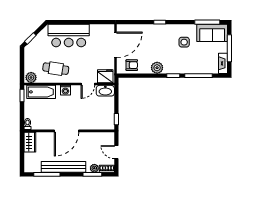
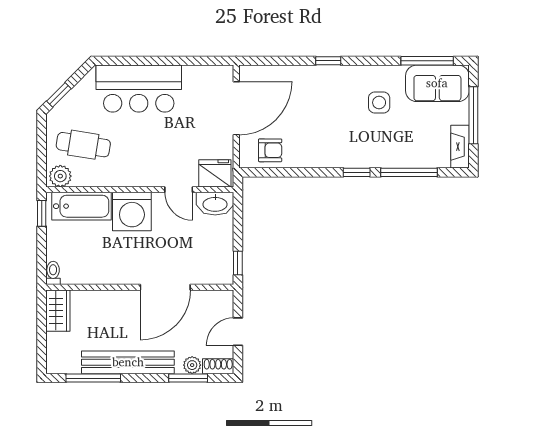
plant: (157, 68) -> (323, 156), removed
cafe table: (56, 69) -> (83, 145), moved
door: (88, 84) -> (179, 190), hinge flipped
washing machine: (65, 90) -> (132, 211), width x1.89, depth x1.89
door: (67, 131) -> (165, 287), moved
door: (116, 152) -> (238, 332), hinge flipped

